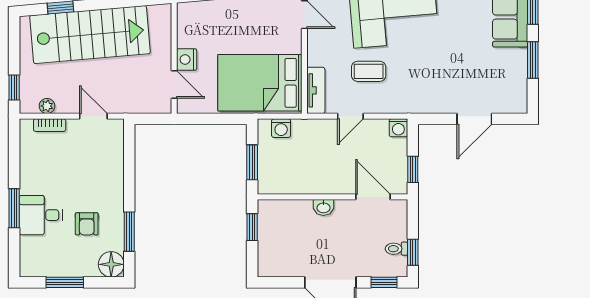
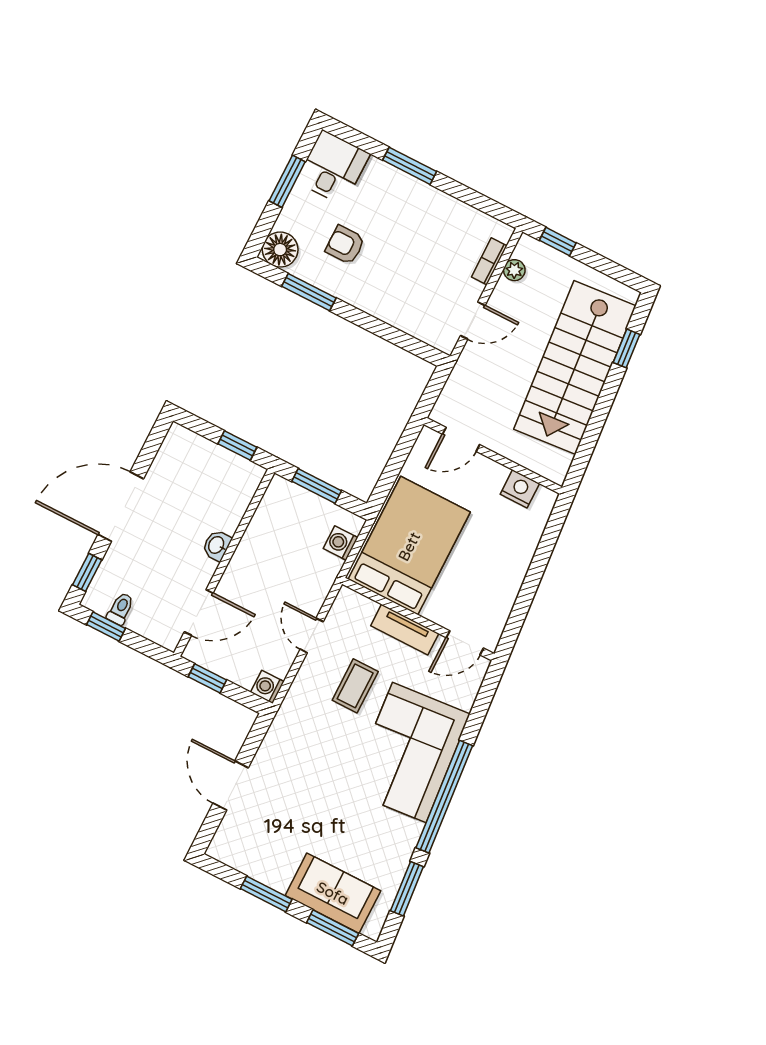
nightstand: (187, 59) -> (520, 489), moved
tv unit: (316, 90) -> (405, 630), moved
desk: (41, 215) -> (333, 168), moved

